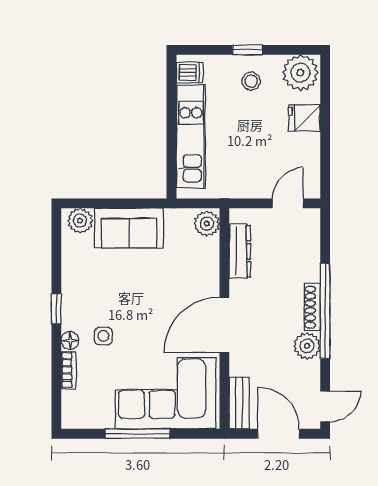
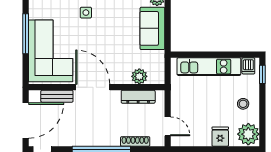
window: (247, 50) -> (262, 74), moved
plant: (207, 224) -> (139, 76), moved
shoe rack: (312, 307) -> (135, 141), moved
plant: (307, 346) -> (80, 138), removed
bench: (239, 403) -> (57, 96), moved
door: (278, 434) -> (26, 121), width x1.36

